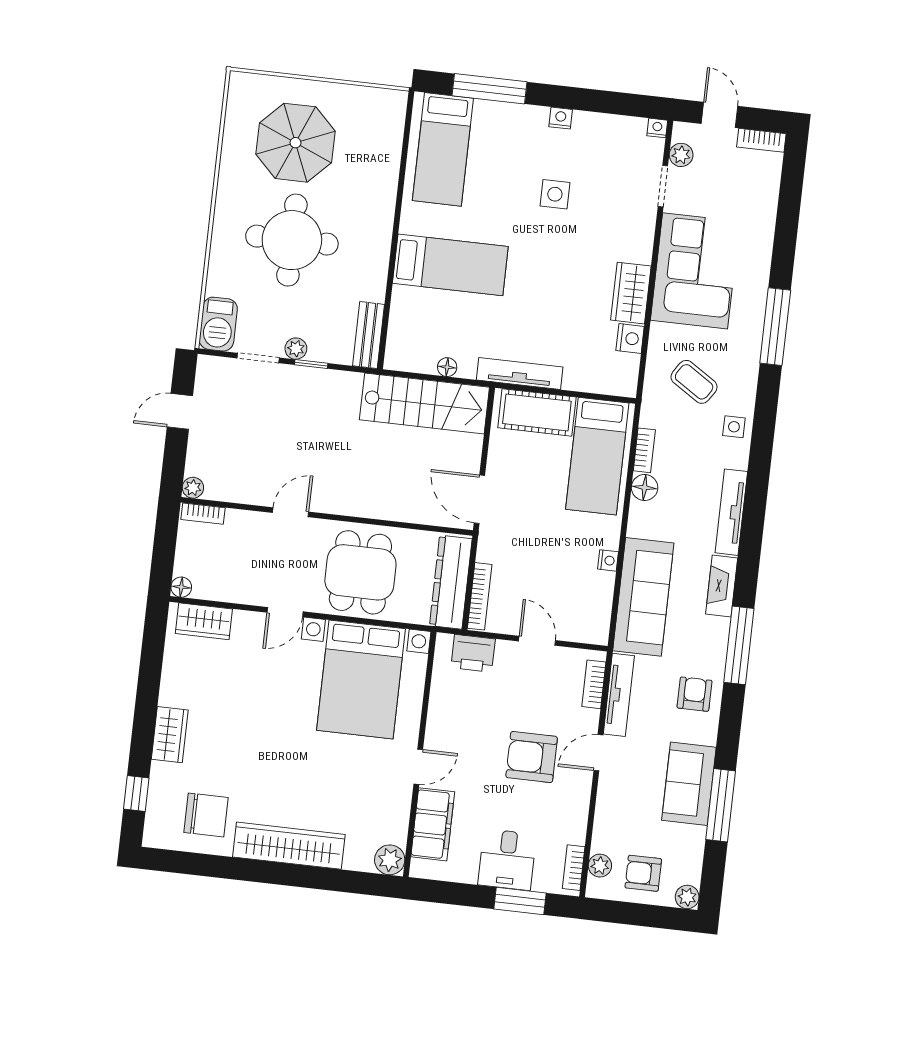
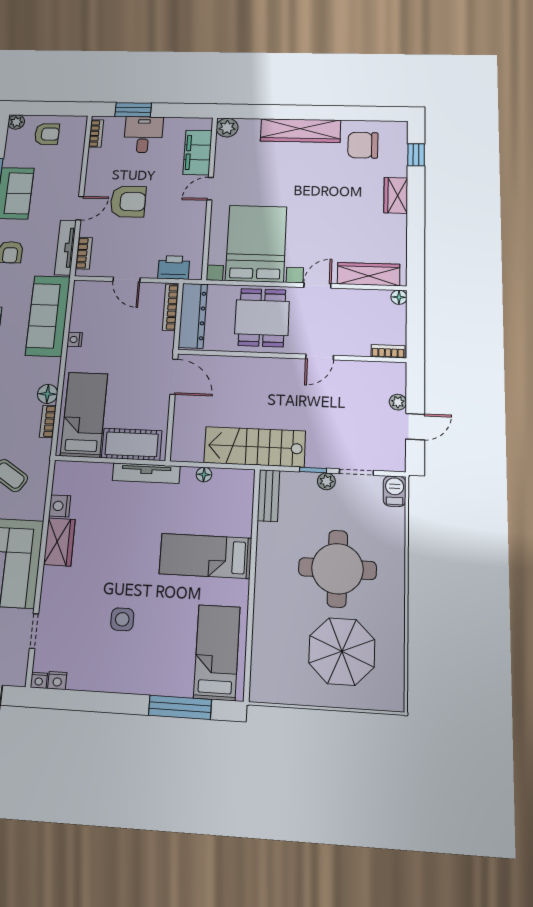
nightstand: (561, 118) -> (57, 681), moved
plant: (681, 155) -> (19, 658), removed
barbecue: (218, 324) -> (395, 491), width x0.73, depth x0.79
stairs: (424, 403) -> (255, 447), moved
plant: (193, 488) -> (398, 402), moved
wardrobe: (204, 621) -> (369, 274), width x1.50
plant: (600, 866) -> (77, 136), removed

